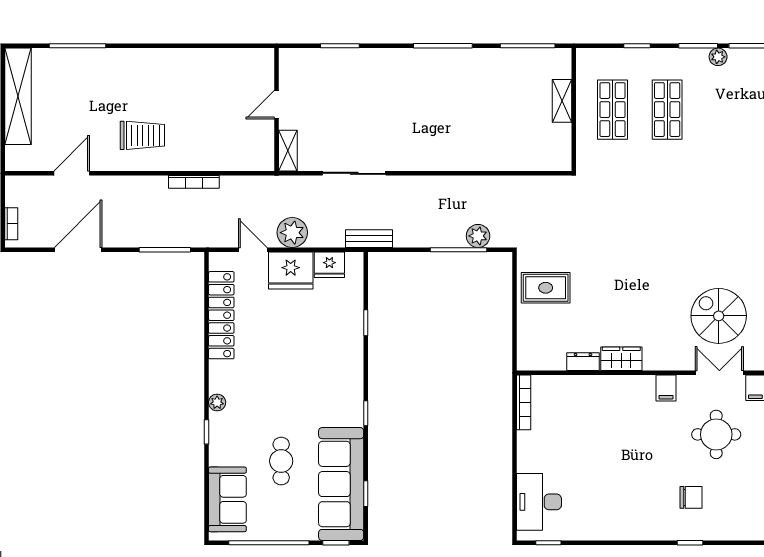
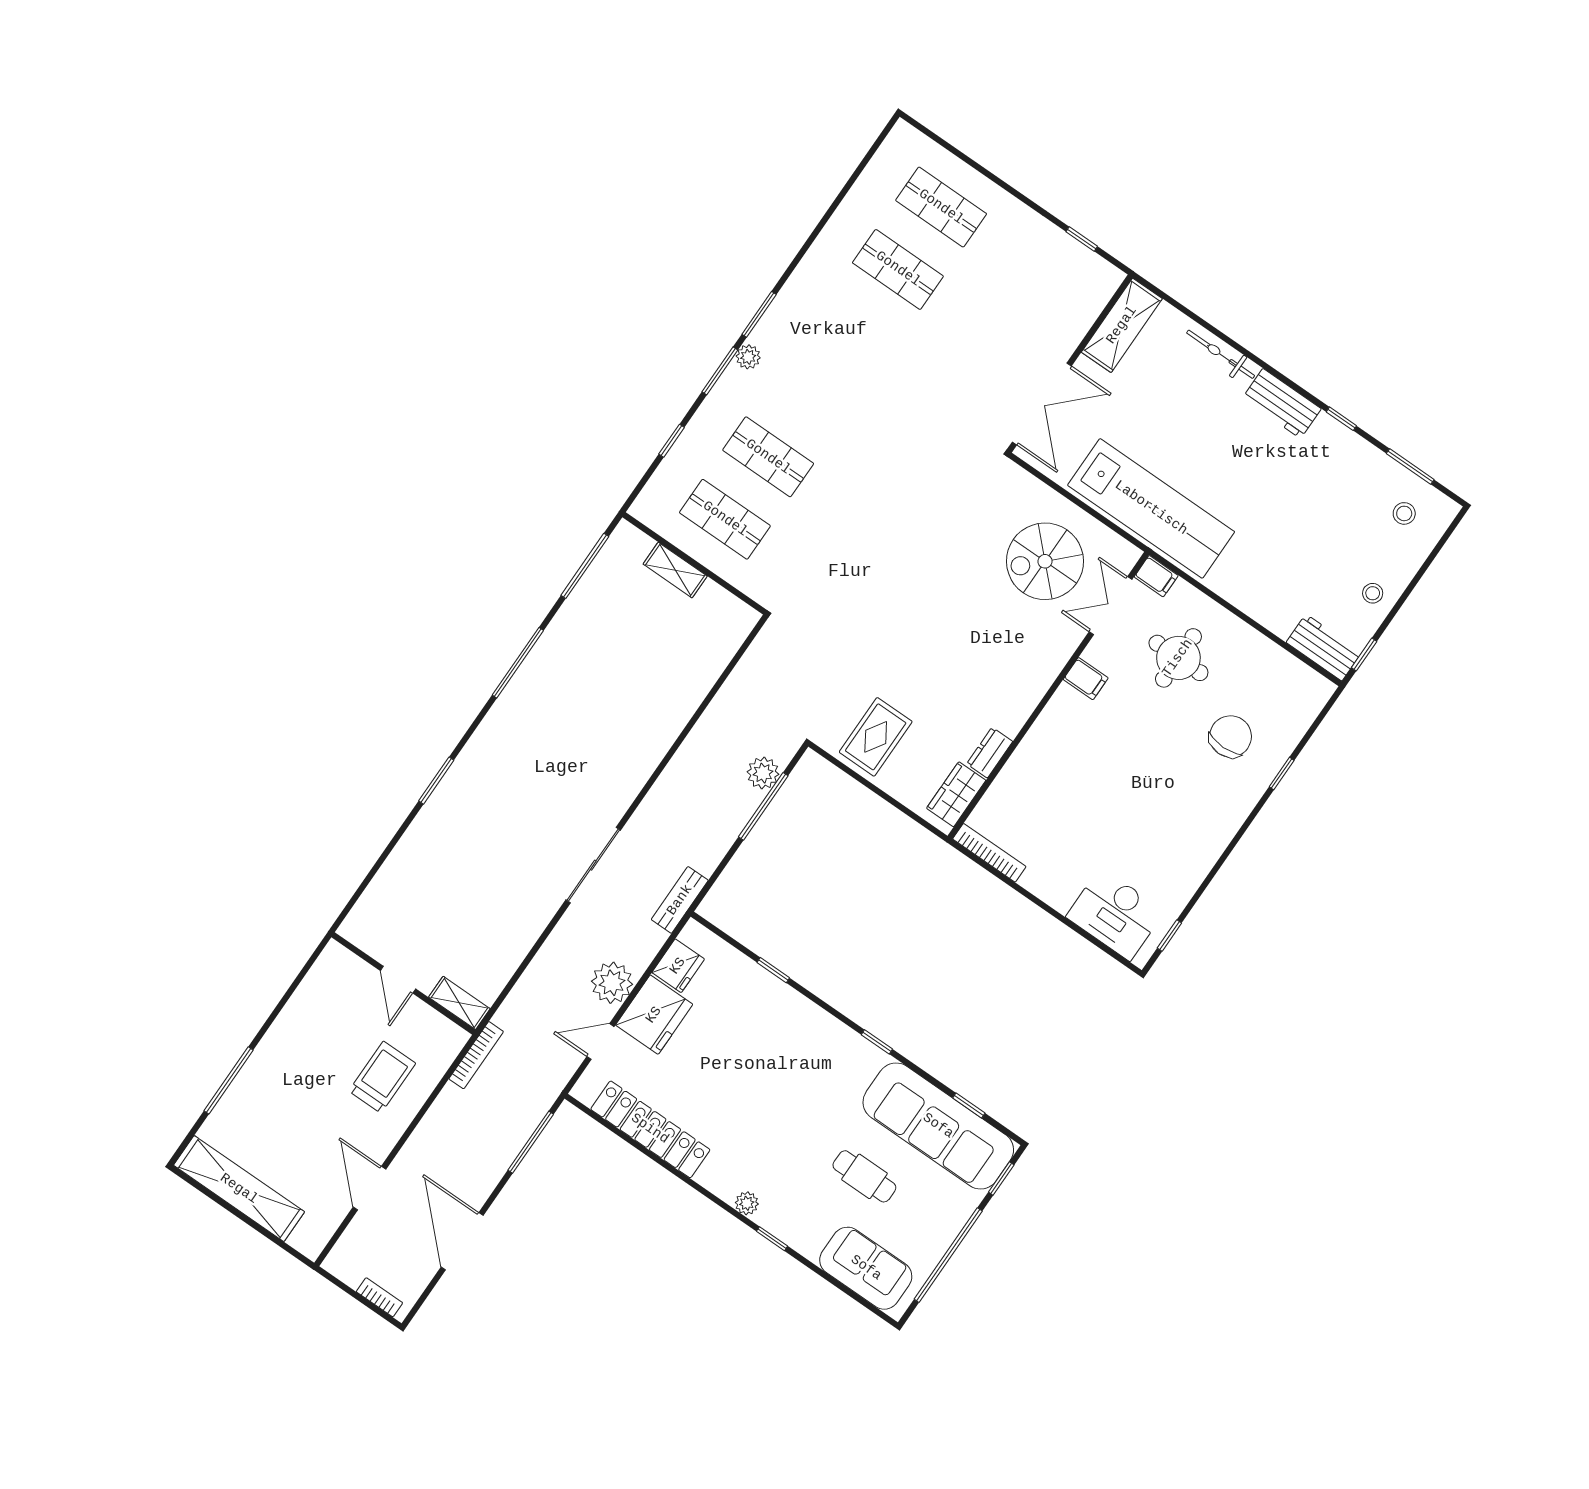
door: (277, 105) -> (398, 980), moved
wall: (277, 110) -> (403, 983), moved
shelving: (288, 151) -> (459, 1003), moved
wardrobe: (621, 359) -> (956, 794), moved
chair: (691, 497) -> (1231, 736), width x1.37, depth x1.37

